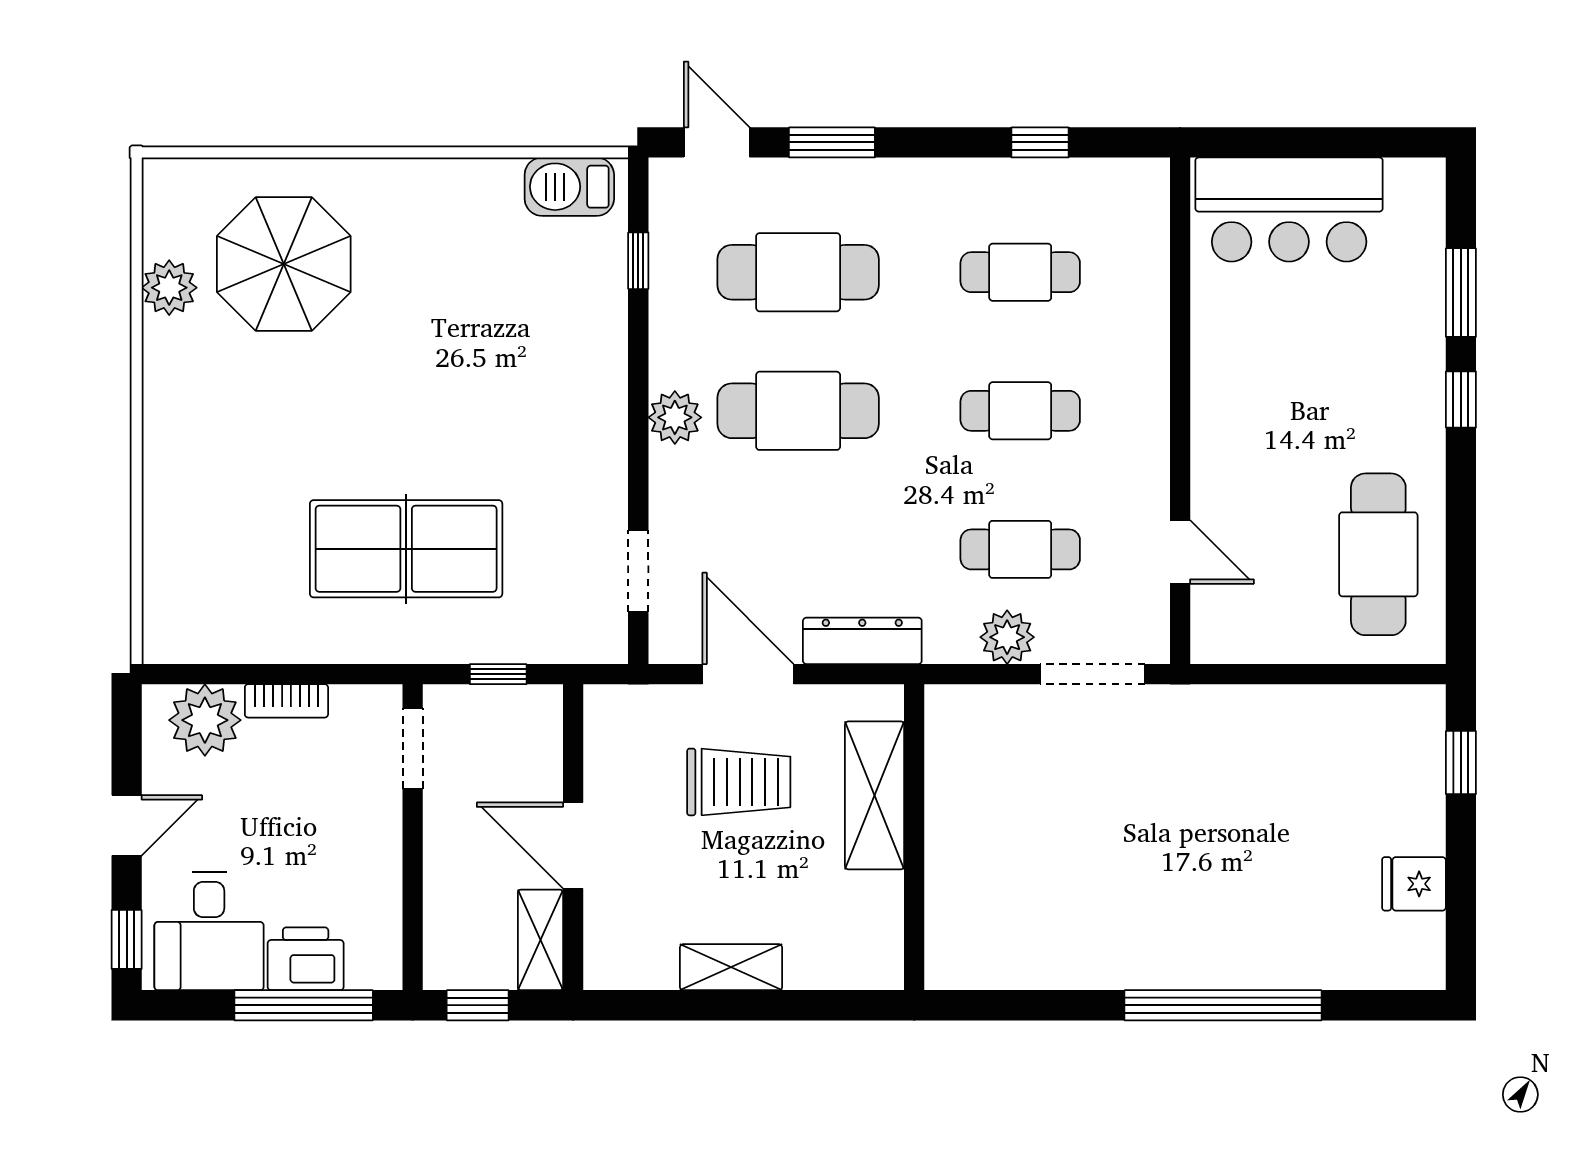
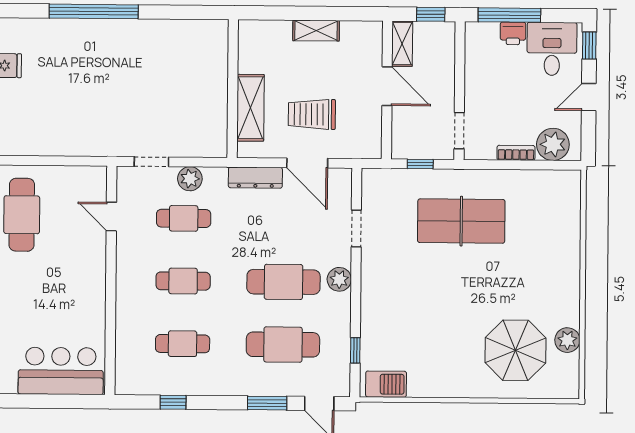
doorway: (638, 571) -> (356, 228), moved
doorway: (1093, 674) -> (151, 162), width x0.73
printer: (306, 959) -> (513, 33), width x0.73, depth x0.81

